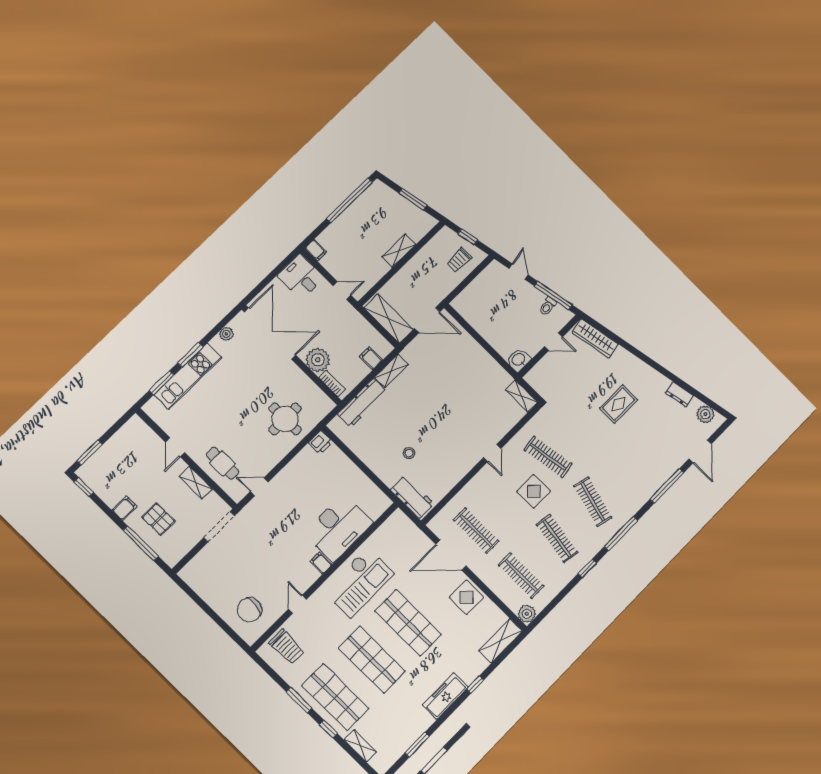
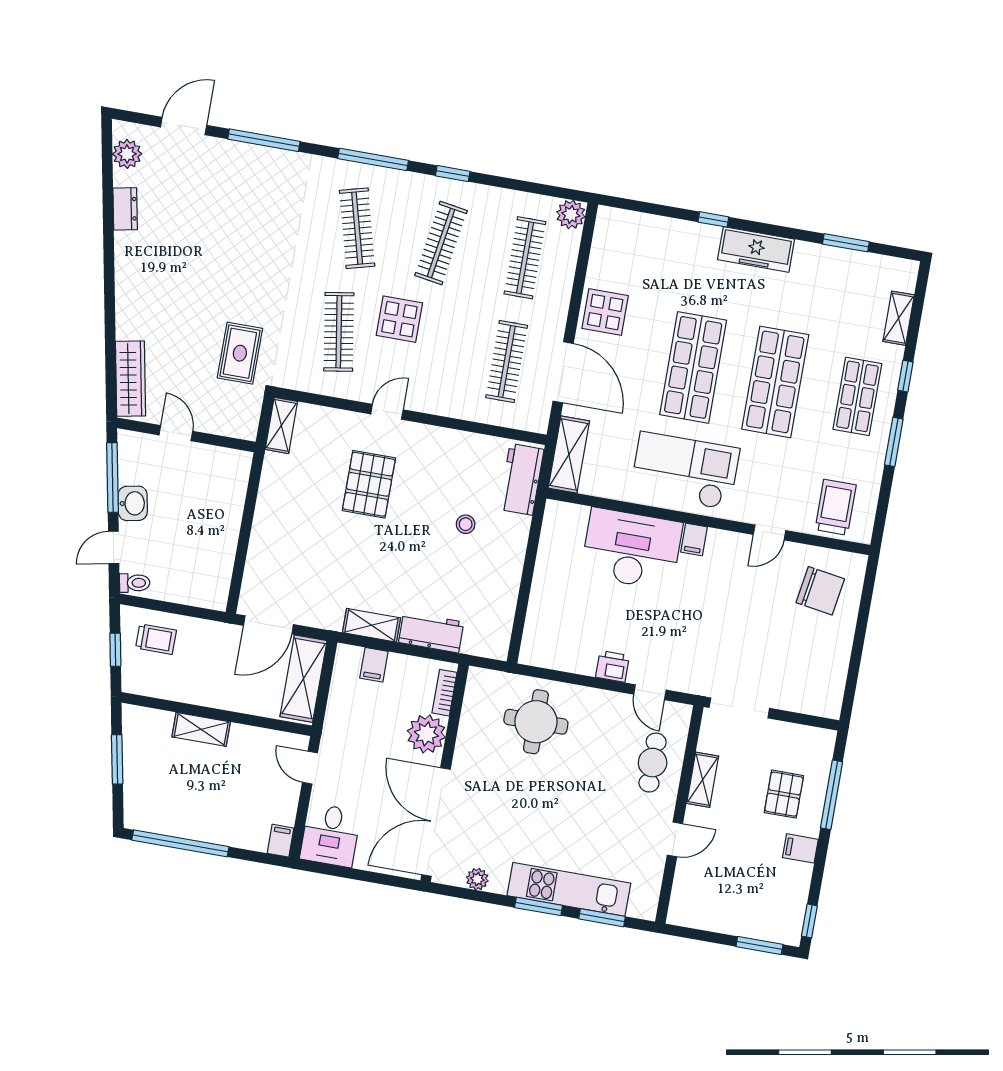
toilet: (548, 306) -> (135, 583), moved
door: (427, 320) -> (268, 625), swing flipped
washbasin: (519, 360) -> (133, 503), moved, turned -101
workbench: (362, 403) -> (431, 632), width x0.73
rug: (619, 404) -> (240, 353), moved, turned 90
pallet: (462, 419) -> (369, 484), added
printer: (321, 442) -> (612, 666), moved
clothes rail: (593, 502) -> (357, 228), turned -30
shelving: (501, 641) -> (569, 455), moved, turned 90
shop shelf: (335, 697) -> (857, 396), width x0.70, depth x0.74

